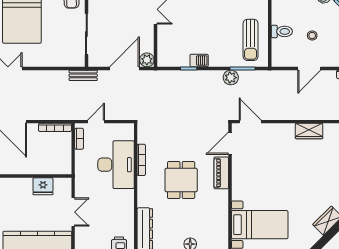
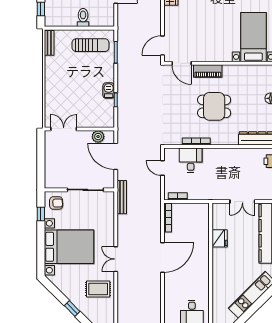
plant: (147, 60) -> (98, 137), moved
bench: (83, 75) -> (122, 197), width x1.36
plant: (231, 78) -> (124, 63), removed
door: (96, 122) -> (163, 168), moved
desk: (116, 165) -> (191, 160), width x0.53, depth x0.77
fridge: (43, 186) -> (220, 238), moved
double door: (73, 212) -> (242, 202), swing flipped

